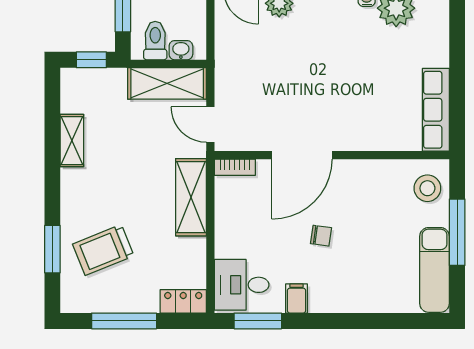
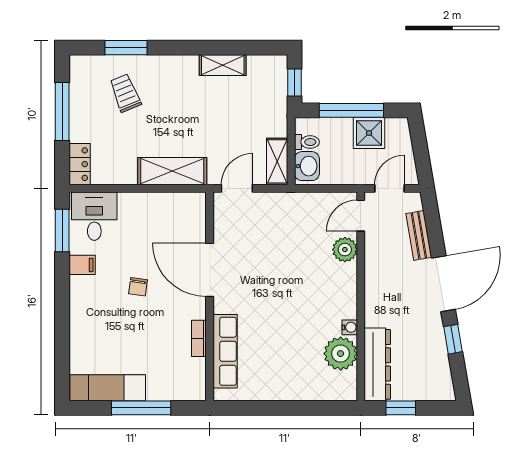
toilet: (155, 41) -> (307, 142), width x0.73, depth x0.72
washbasin: (181, 50) -> (307, 166), width x1.38, depth x1.45
shelving: (167, 83) -> (277, 161), width x0.67, depth x0.75
row of seats: (436, 110) -> (225, 351), moved, turned 90
bookcase: (235, 167) -> (199, 338), moved
stool: (427, 188) -> (180, 381), removed
trolley: (103, 250) -> (125, 93), width x0.73, depth x0.72

